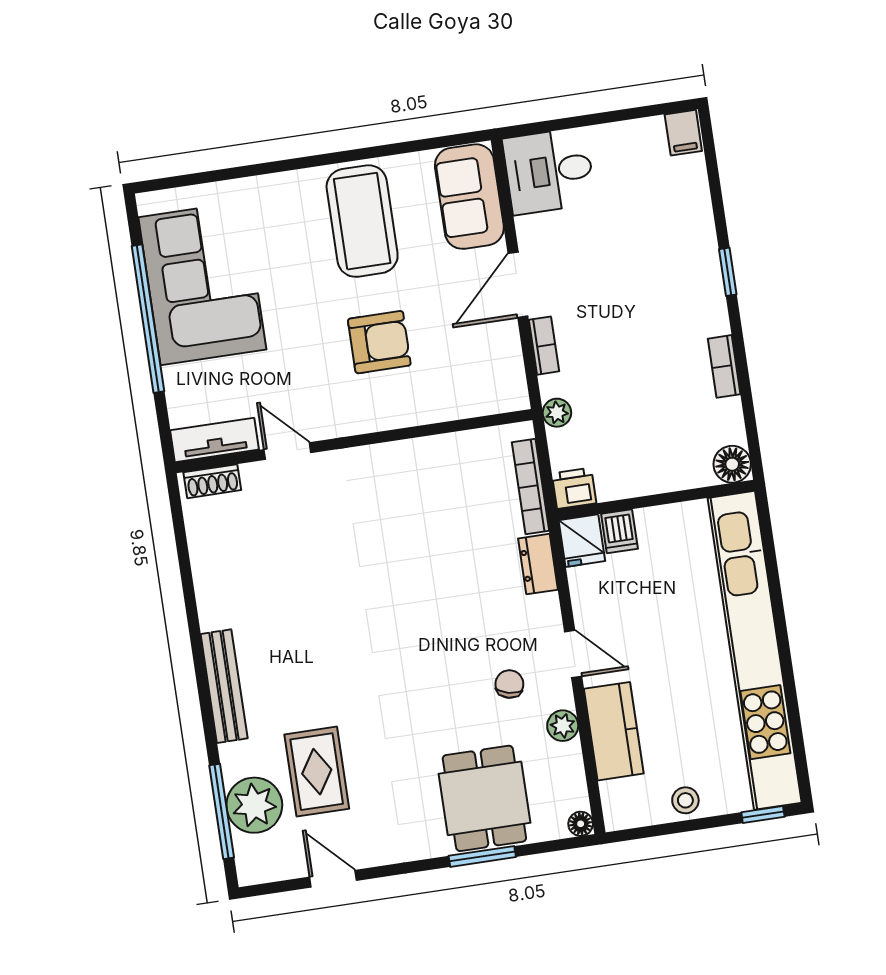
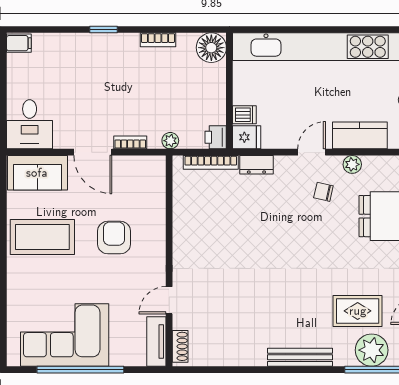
floor lamp: (732, 464) -> (211, 48), width x1.38, depth x1.38

